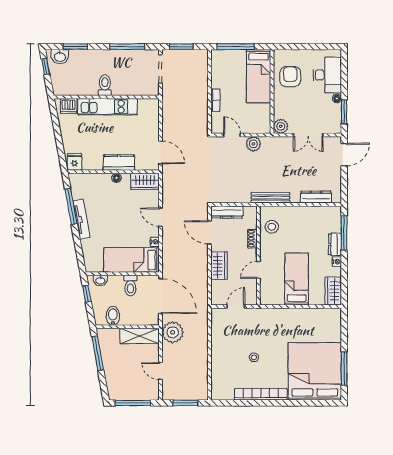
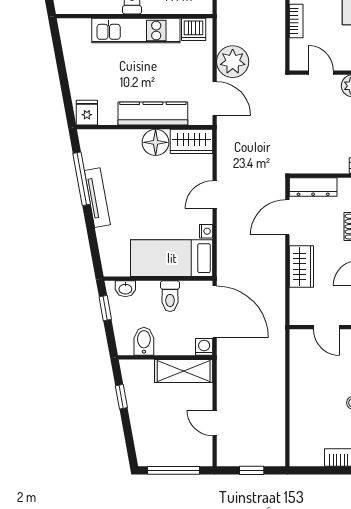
dishwasher: (69, 106) -> (194, 29), moved
kitchen counter: (119, 163) -> (153, 114), width x1.50
floor lamp: (116, 178) -> (156, 142), width x1.89, depth x1.89
door: (160, 217) -> (215, 195), hinge flipped
door: (209, 233) -> (287, 217), hinge flipped
door: (236, 306) -> (326, 327), swing flipped
washing machine: (153, 320) -> (204, 347), added
plant: (173, 332) -> (233, 62), moved
window: (98, 353) -> (121, 397), width x0.46
window: (185, 403) -> (252, 470), width x0.67

